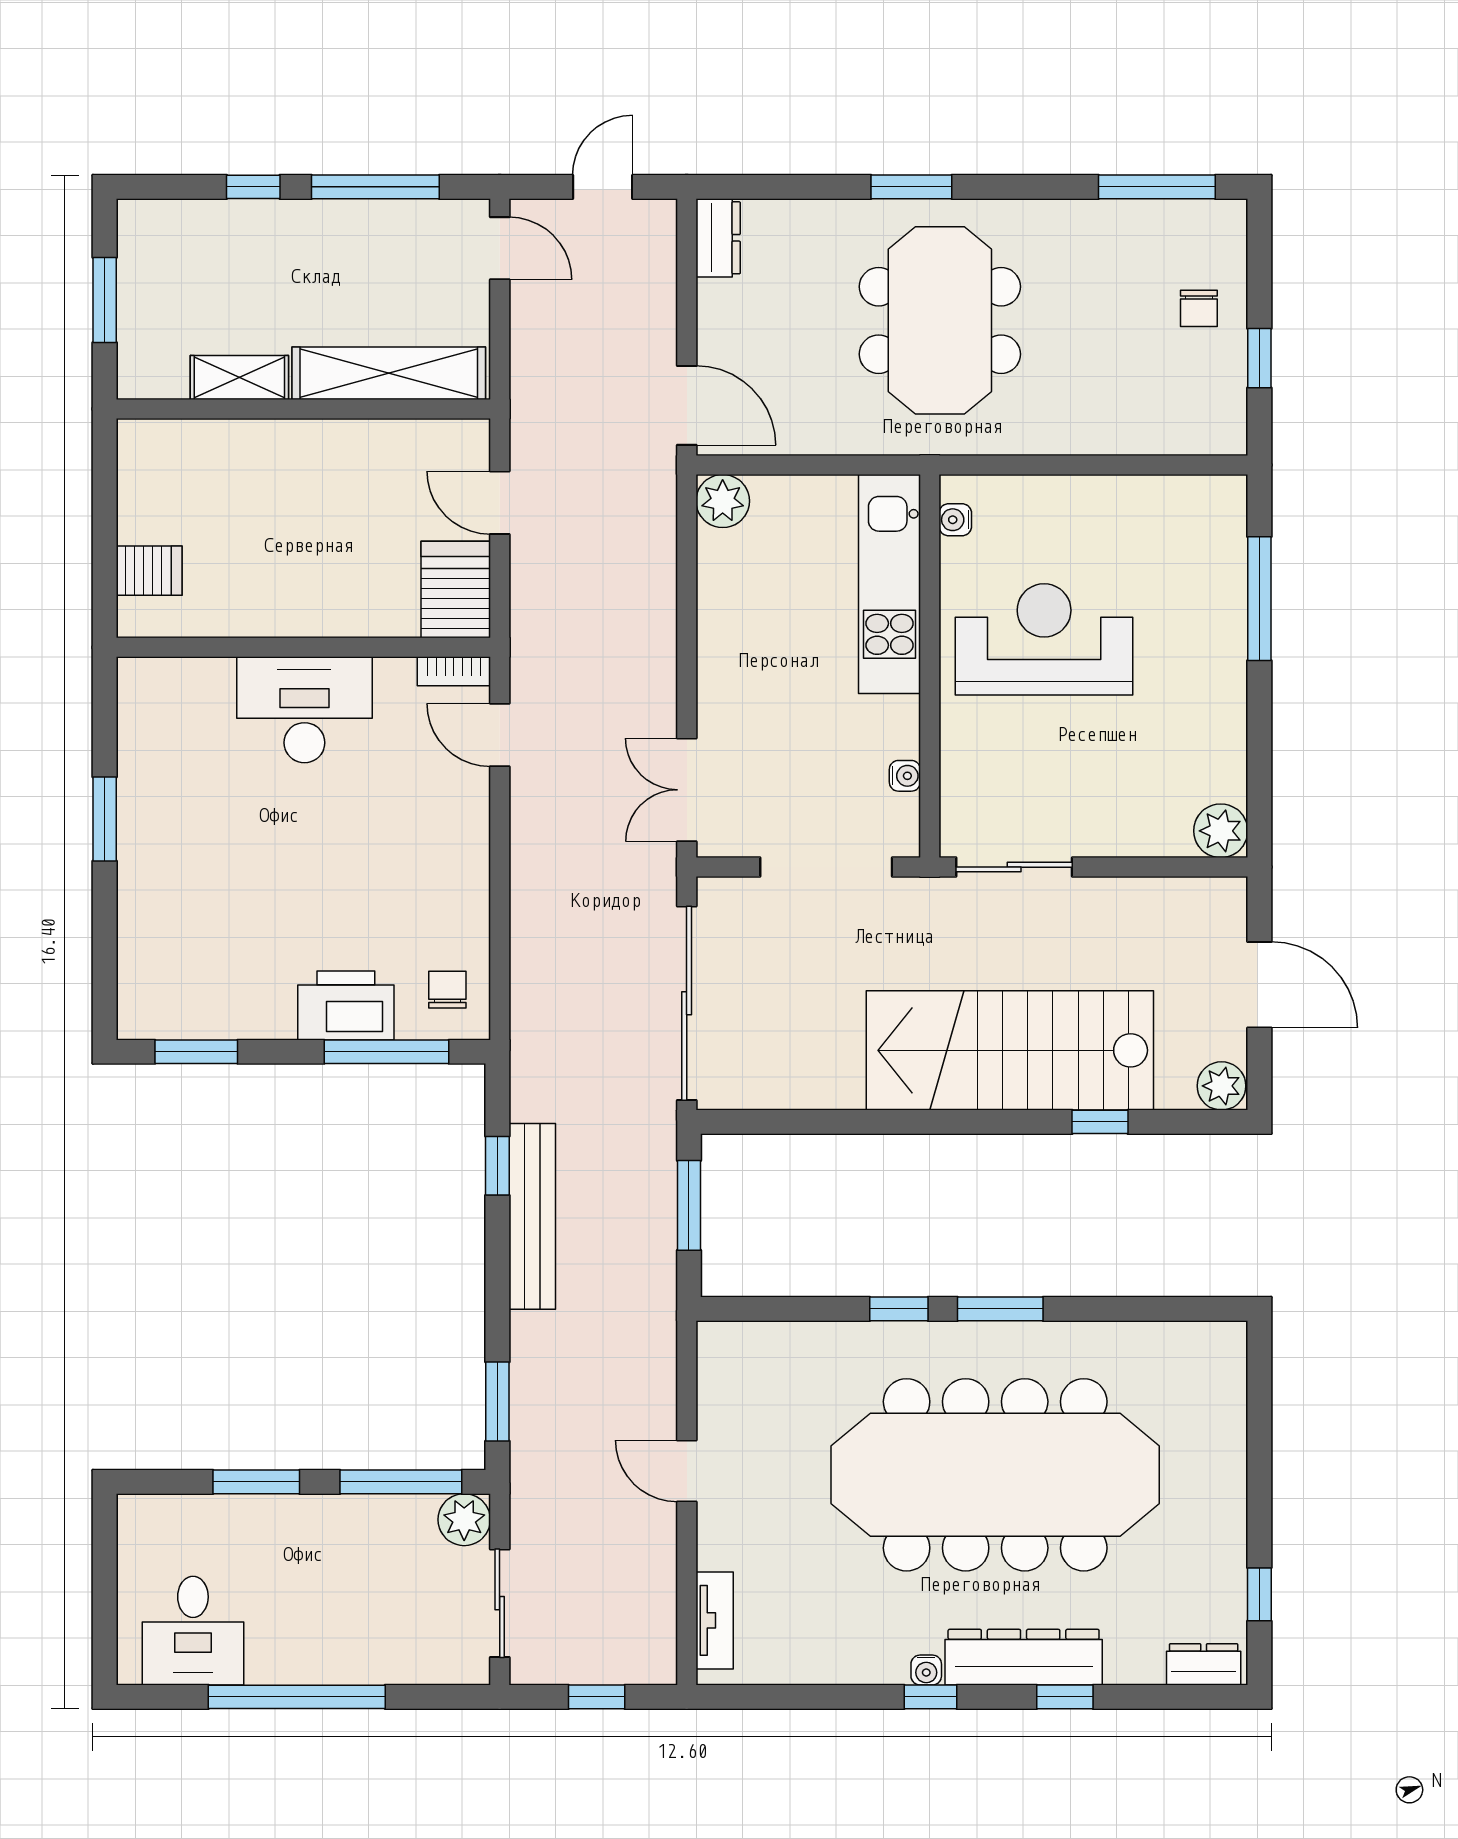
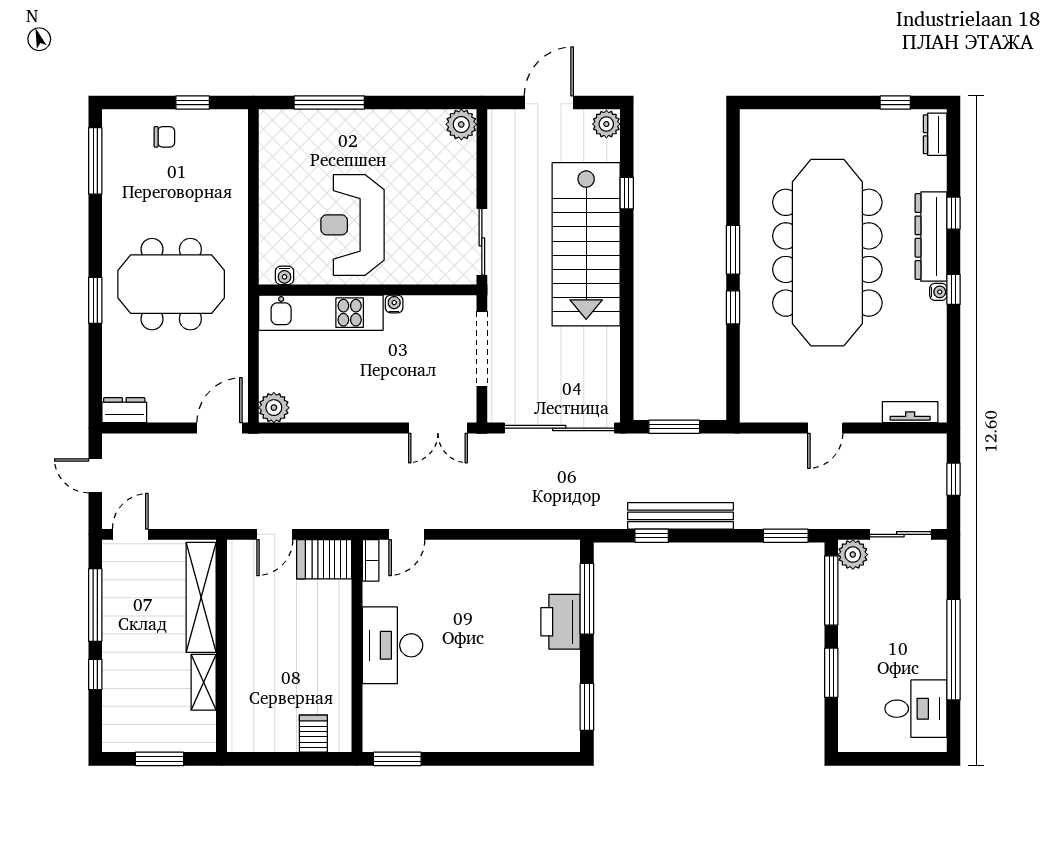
water cooler: (905, 776) -> (394, 304), moved
window: (105, 819) -> (397, 759), moved
chair: (447, 990) -> (552, 564), removed

